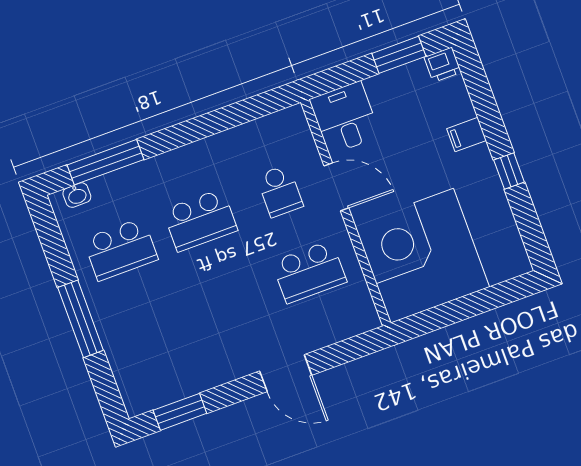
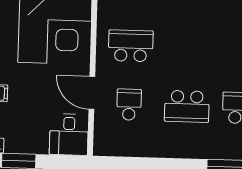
school desk: (200, 220) -> (187, 106), turned 180

